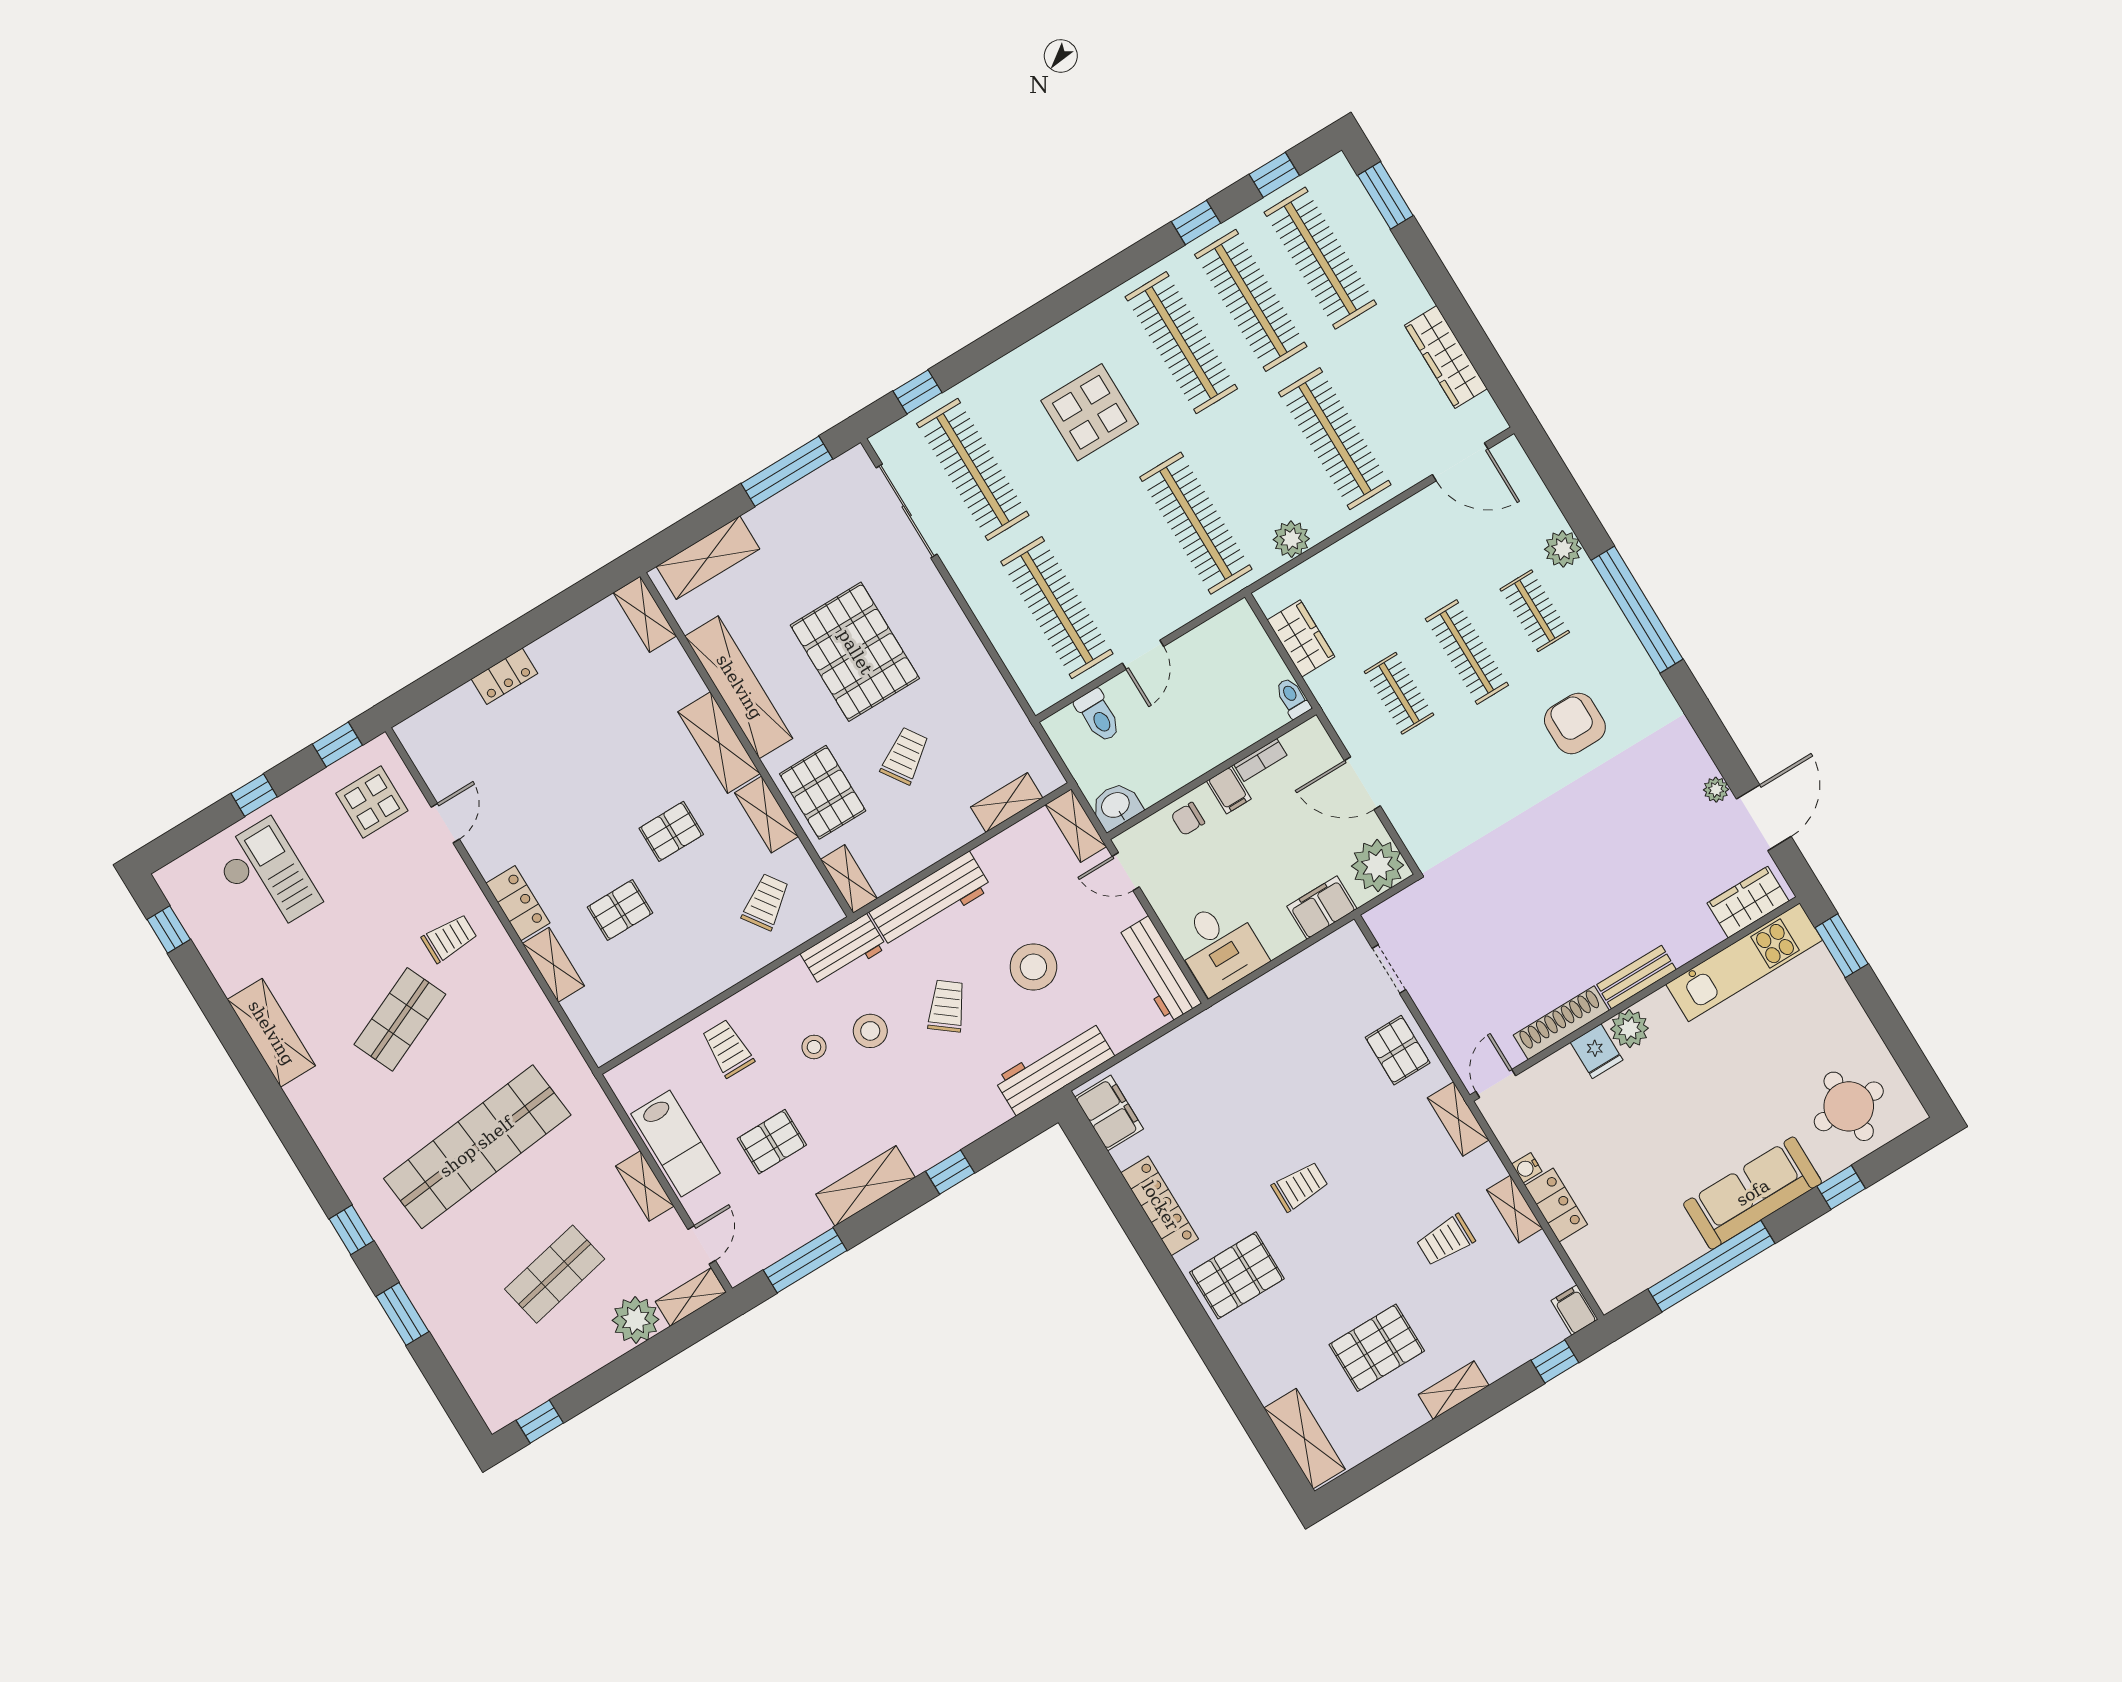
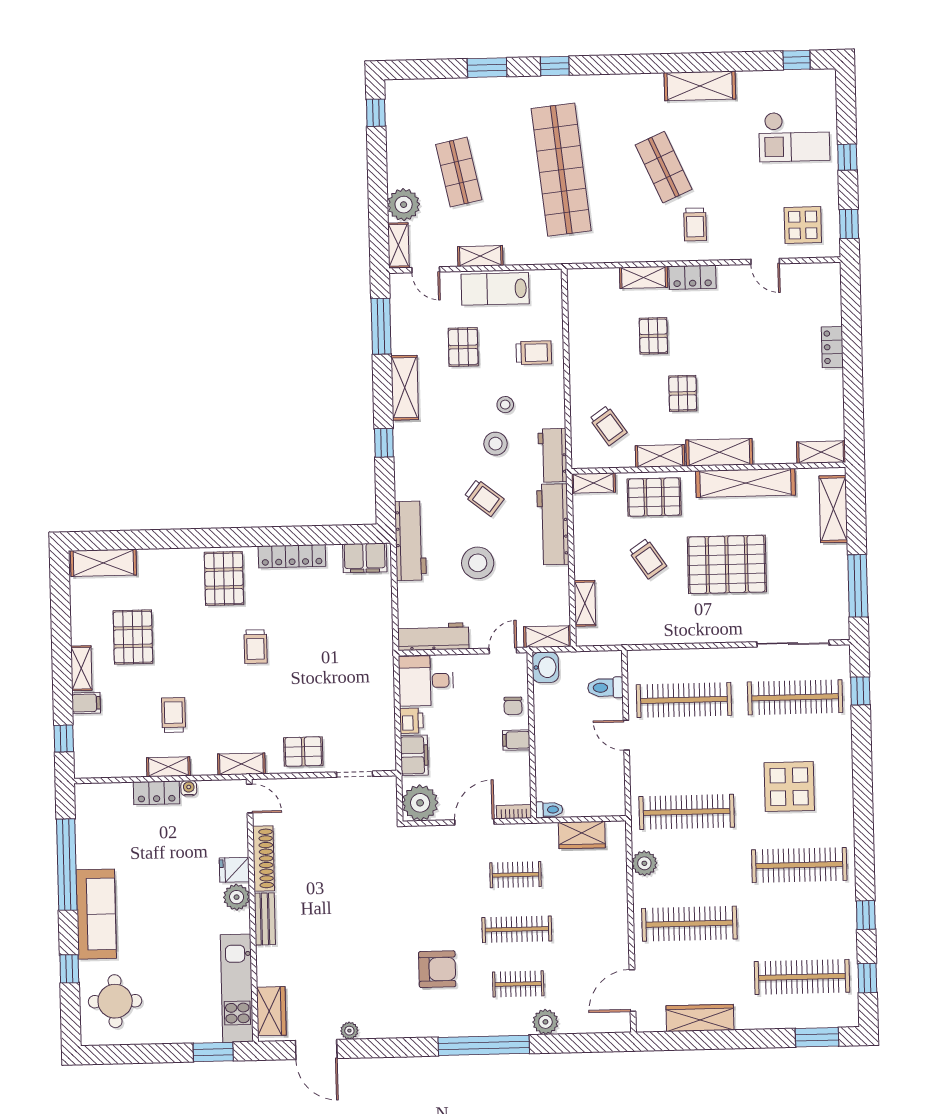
clothes rail: (1251, 300) -> (801, 921), removed
bookcase: (1260, 760) -> (514, 812), moved, turned 90
chair: (1188, 819) -> (513, 706), turned 180
printer: (1280, 936) -> (411, 721), added
filing cabinet: (1574, 1310) -> (86, 703), moved

